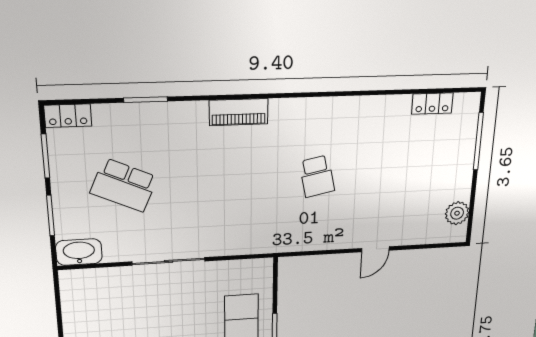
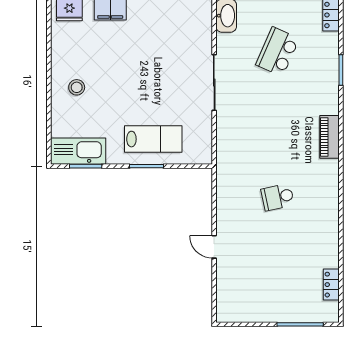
plant: (457, 213) -> (241, 313), removed

